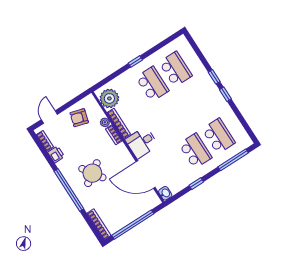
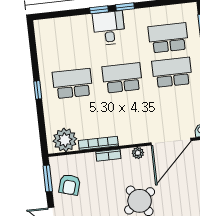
school desk: (175, 69) -> (122, 78), moved
window: (76, 100) -> (48, 178), added
plant: (105, 122) -> (138, 153), moved
desk: (142, 143) -> (109, 28), moved, turned 180

